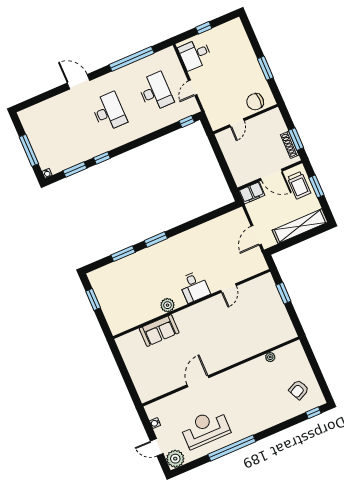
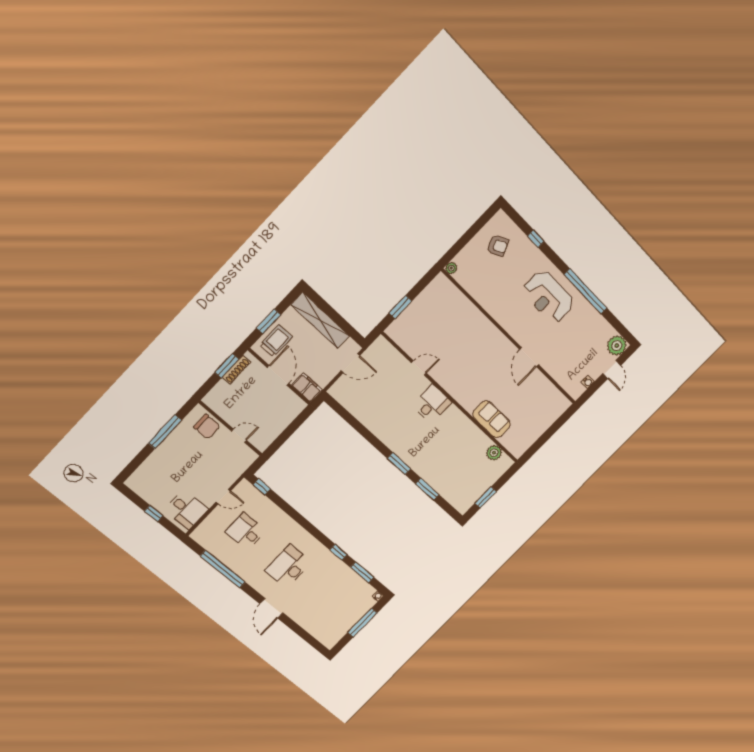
window: (265, 68) -> (165, 432), width x1.44
desk: (155, 92) -> (246, 531), width x0.73
plant: (167, 305) -> (494, 453), moved
plant: (270, 357) -> (451, 268), moved
door: (198, 381) -> (529, 357), hinge flipped
window: (313, 413) -> (536, 239), moved
reception desk: (205, 429) -> (548, 297), moved

